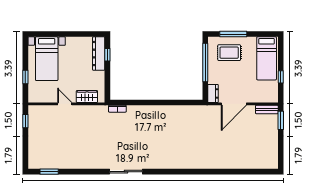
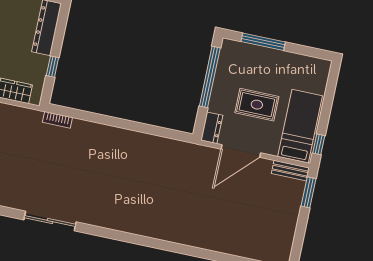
rug: (229, 53) -> (257, 105), moved
window: (107, 55) -> (52, 67), moved
bed: (267, 58) -> (300, 126), moved, turned 180
window: (281, 77) -> (319, 144), moved

